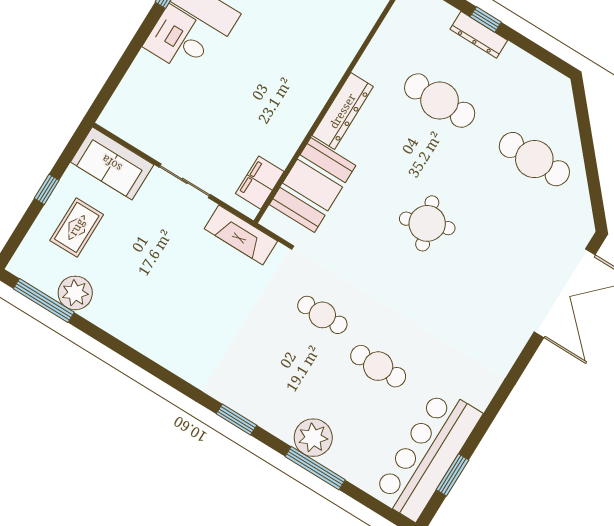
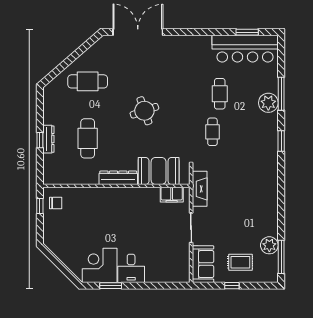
cafe table: (534, 159) -> (88, 81), turned 90

